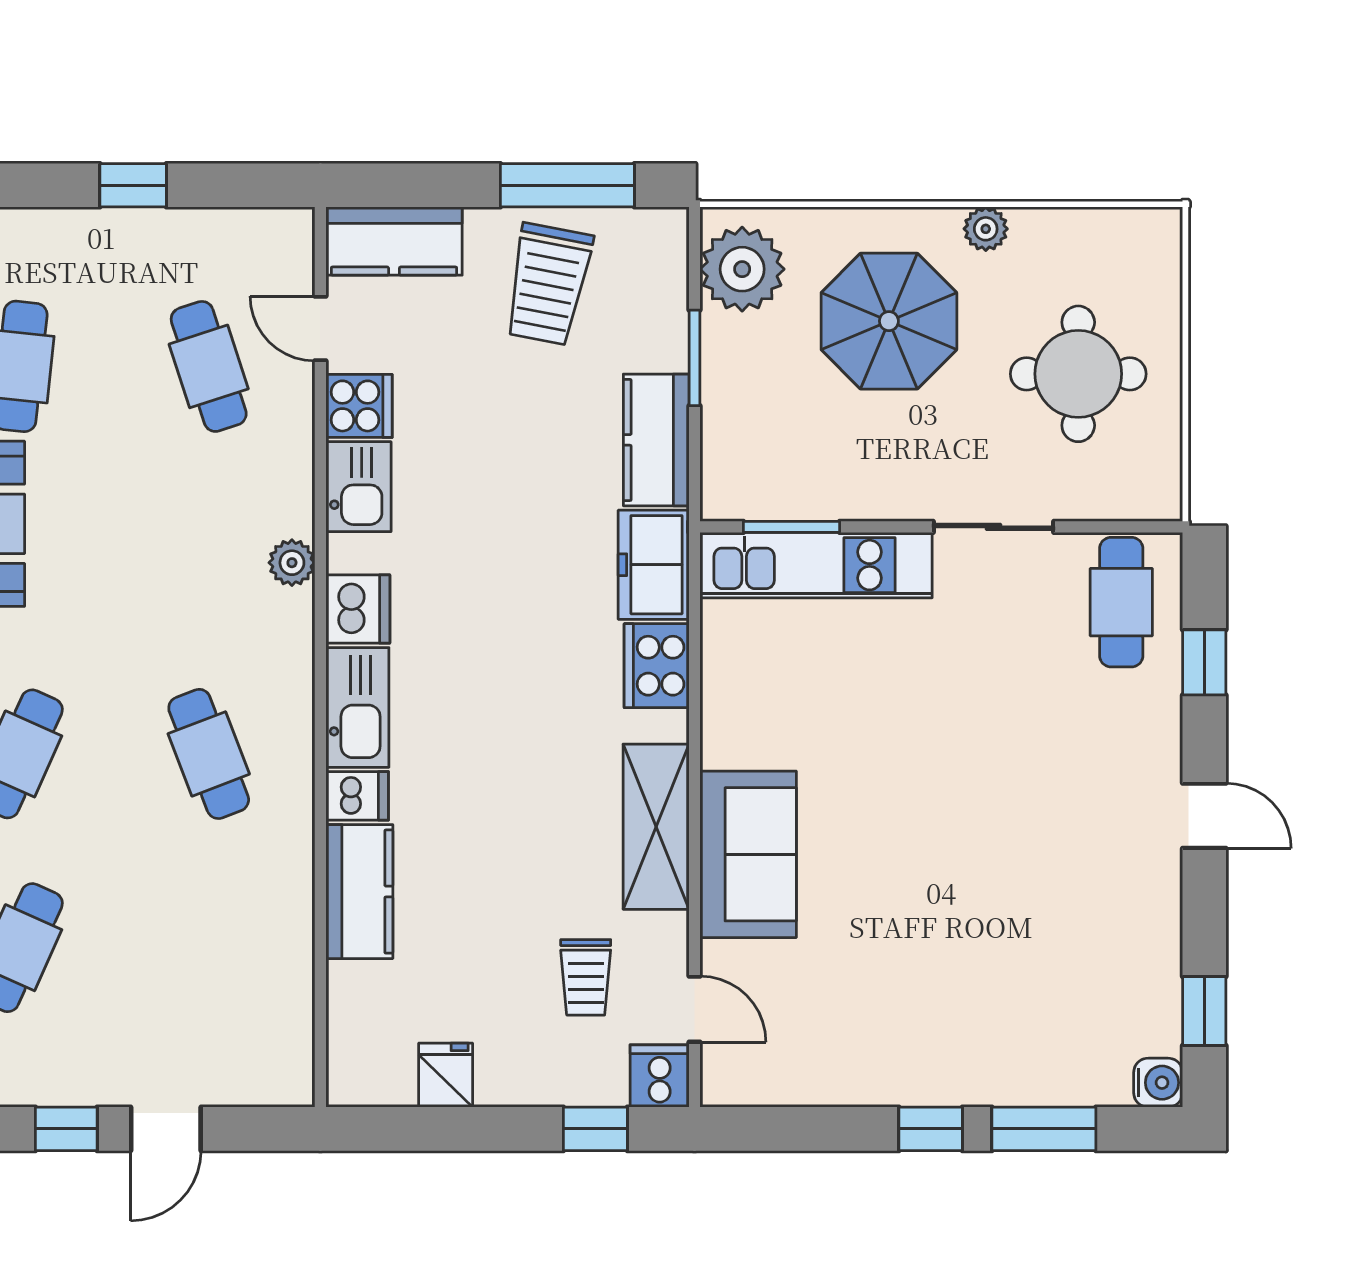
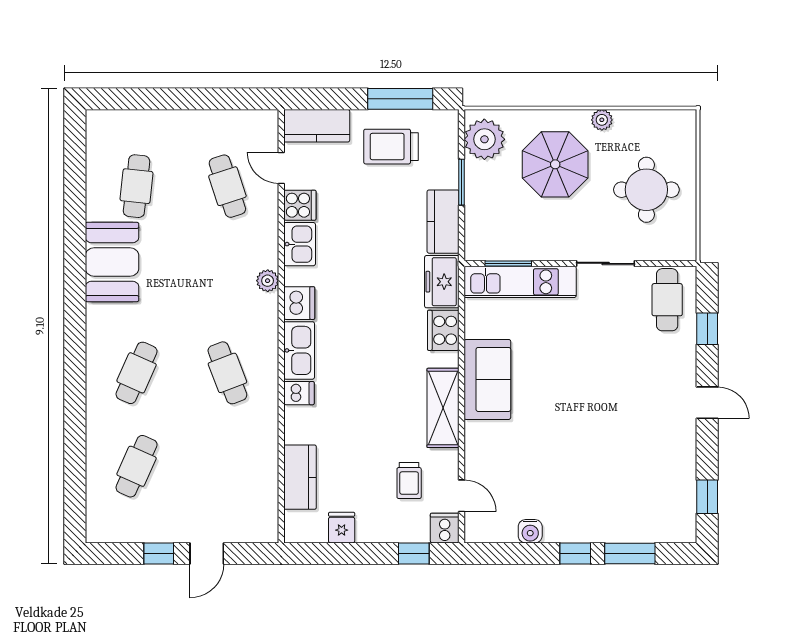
window: (133, 185) -> (191, 99), removed
trolley: (548, 284) -> (391, 147), turned 79
sofa: (748, 854) -> (487, 379), moved
kitchen counter: (359, 892) -> (300, 477), moved
water cooler: (1158, 1083) -> (530, 531), moved, turned 90

